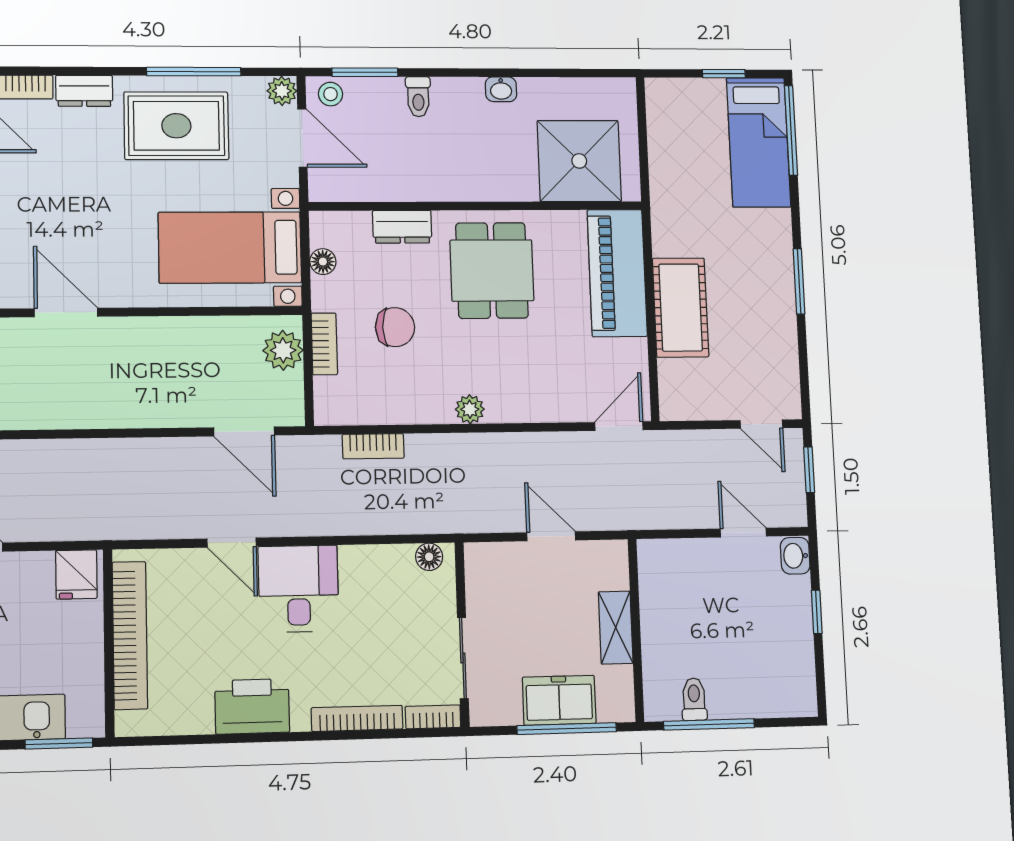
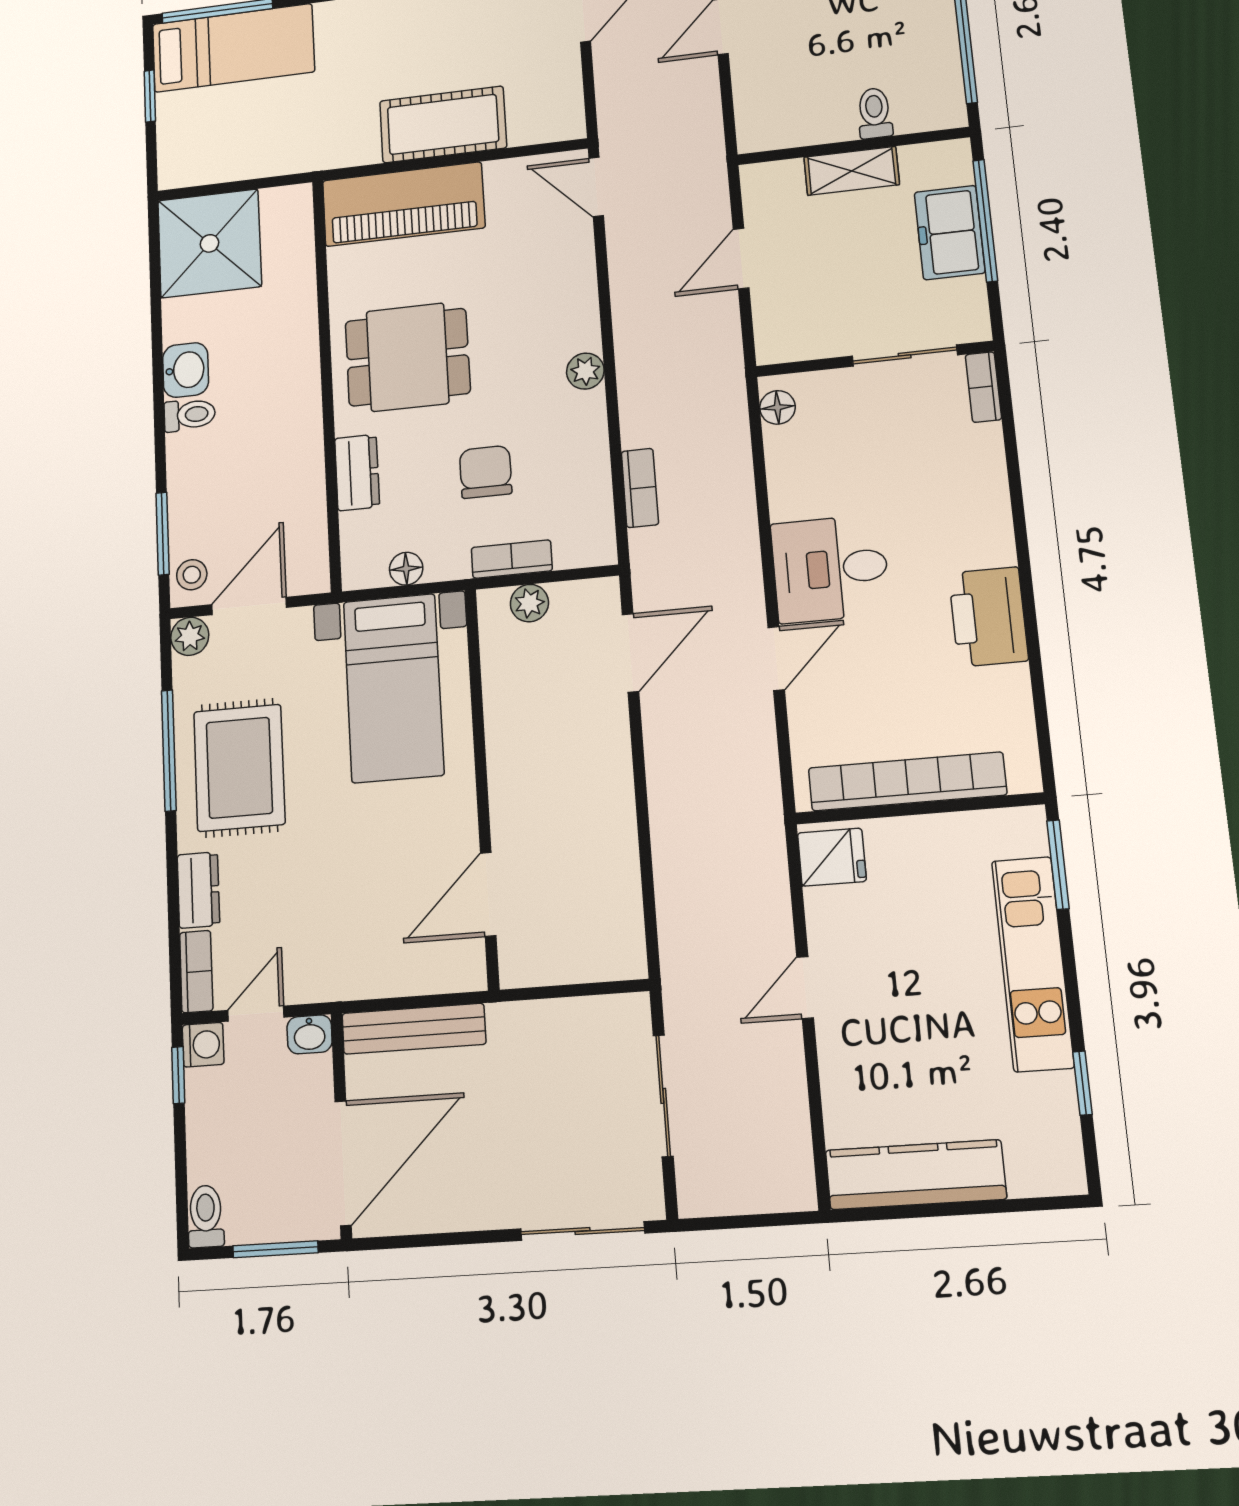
washbasin: (501, 89) -> (186, 370), width x1.38, depth x1.45
toilet: (418, 97) -> (190, 415), moved
shower: (579, 161) -> (209, 243), moved
plant: (283, 350) -> (529, 603), width x0.73, depth x0.73
toilet: (694, 699) -> (875, 113), moved, turned 90
bookcase: (357, 718) -> (993, 482), removed

